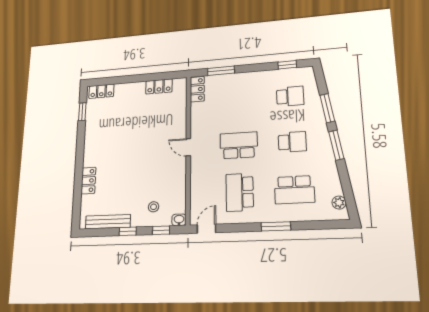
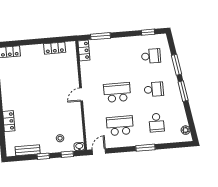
door: (188, 147) -> (81, 94), hinge flipped
school desk: (294, 190) -> (157, 123), width x0.54
school desk: (240, 192) -> (120, 126), turned 90
bench: (108, 222) -> (28, 150), width x0.73

